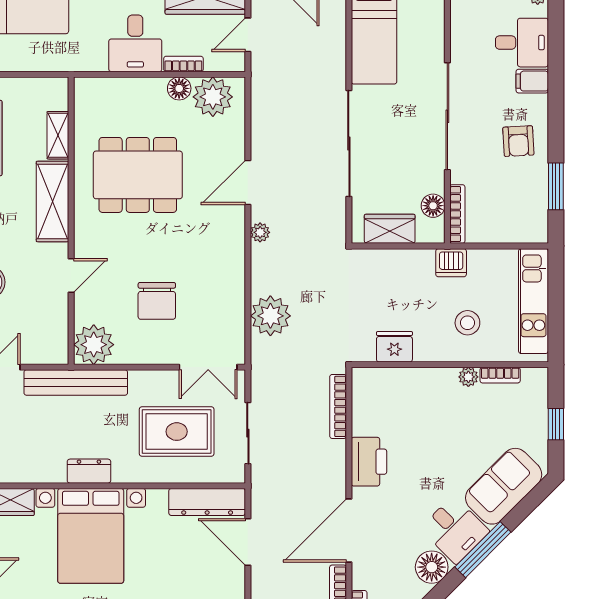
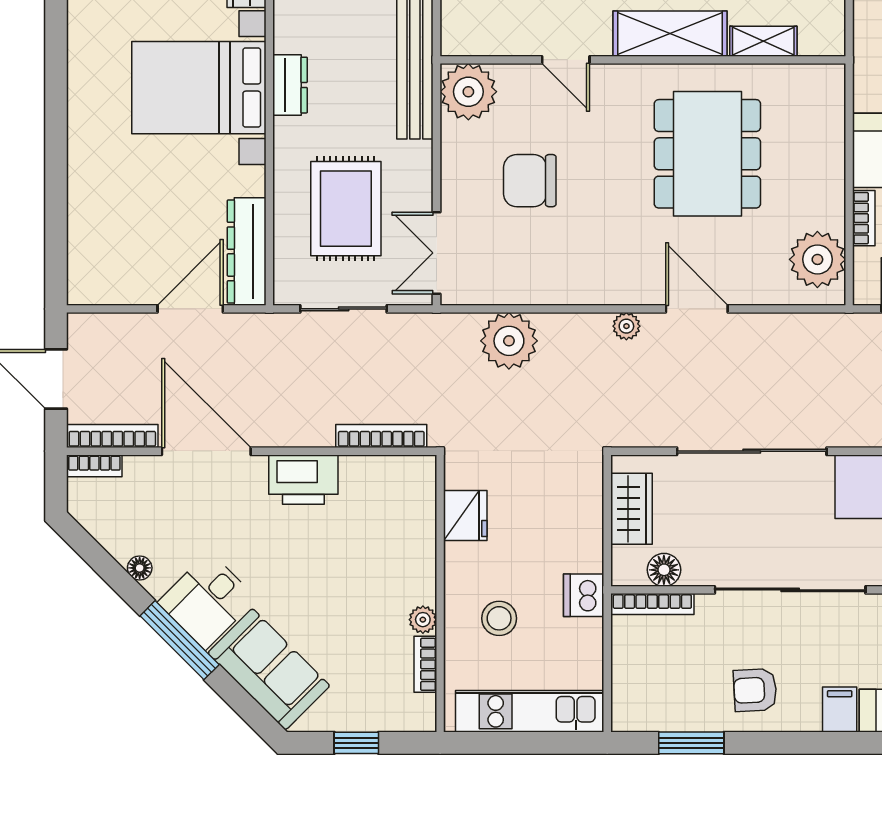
floor lamp: (179, 88) -> (829, 212), removed
floor lamp: (432, 567) -> (140, 568), width x0.53, depth x0.53

